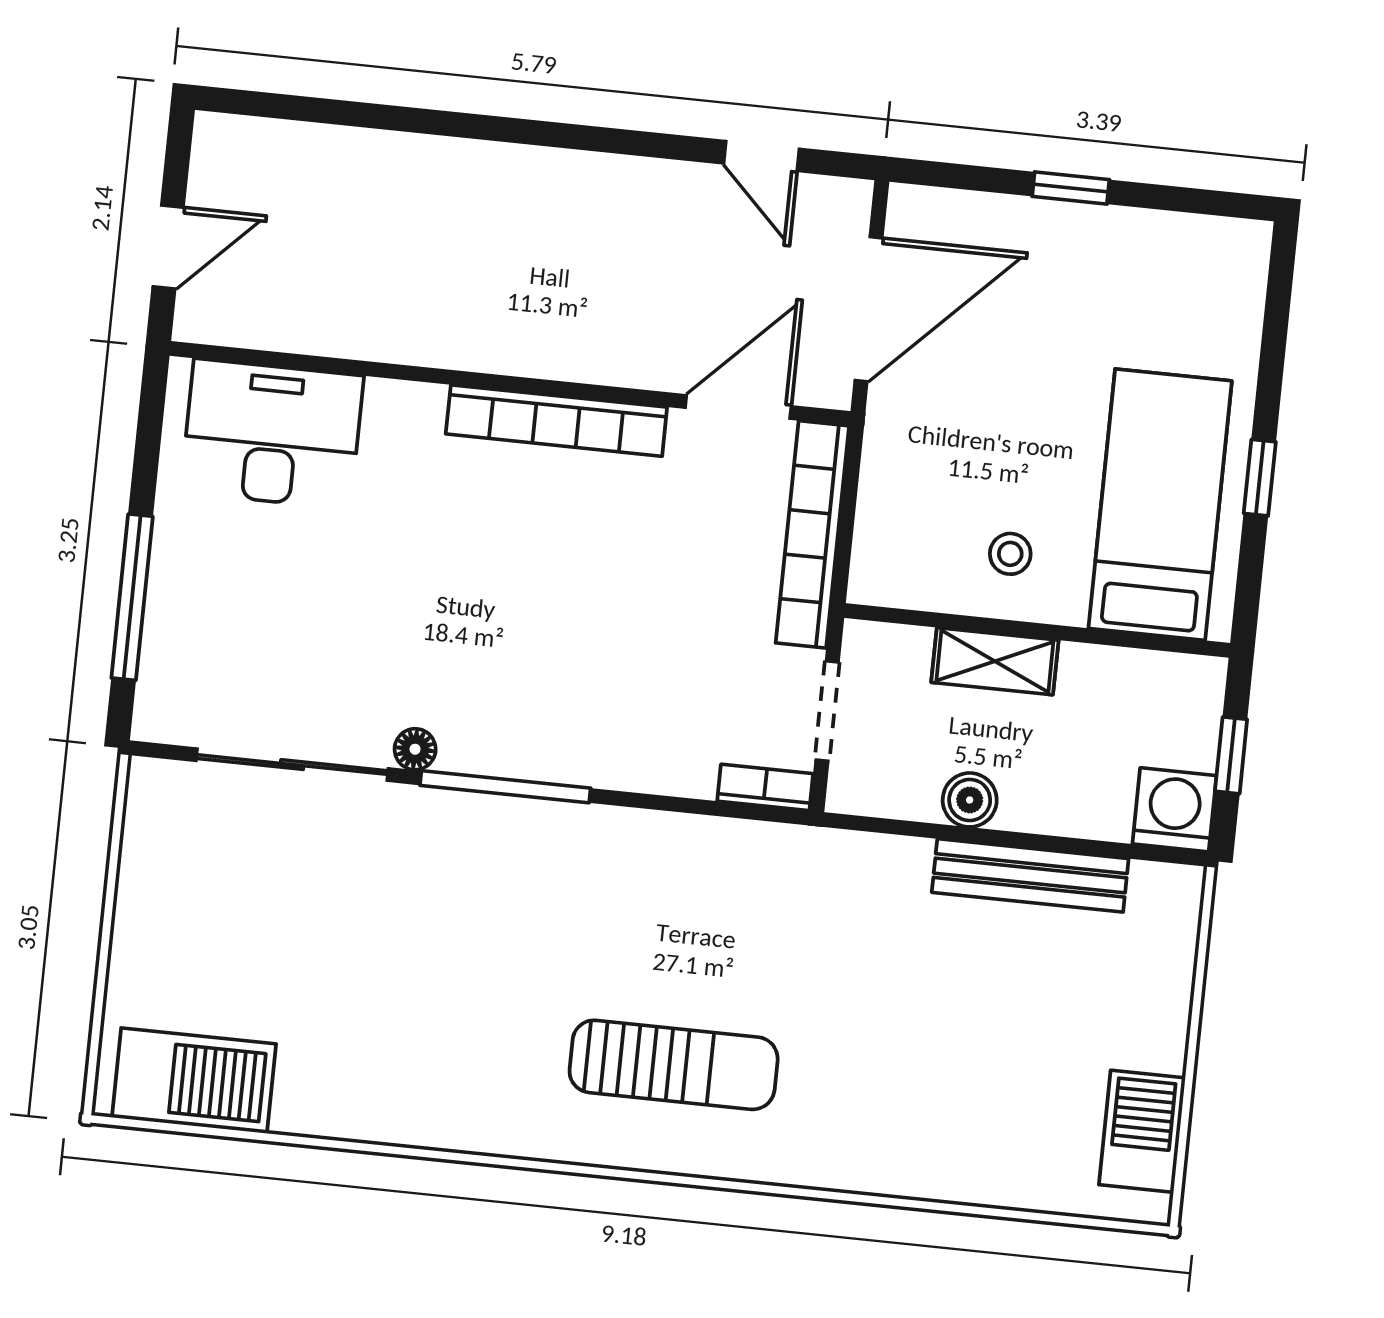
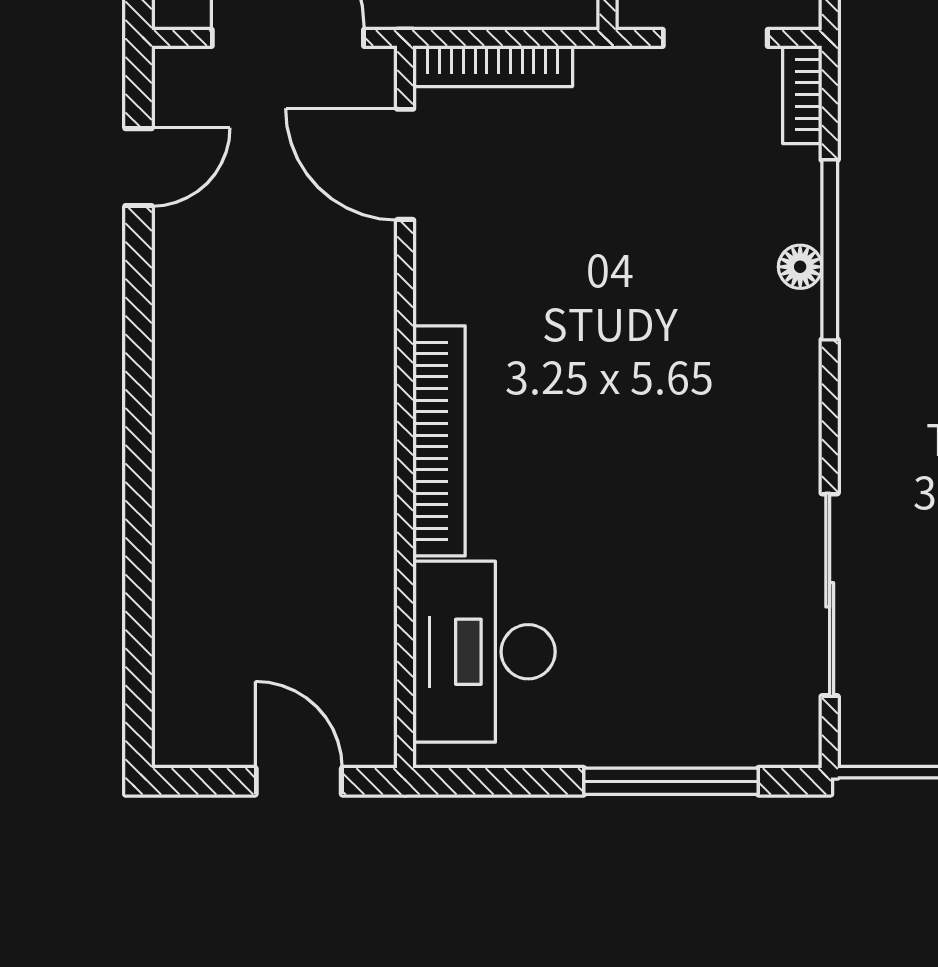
bookcase: (556, 421) -> (439, 441), moved
bookcase: (812, 534) -> (493, 66), width x0.68, depth x0.76
floor lamp: (415, 749) -> (800, 267), moved
window: (505, 787) -> (830, 250), moved

